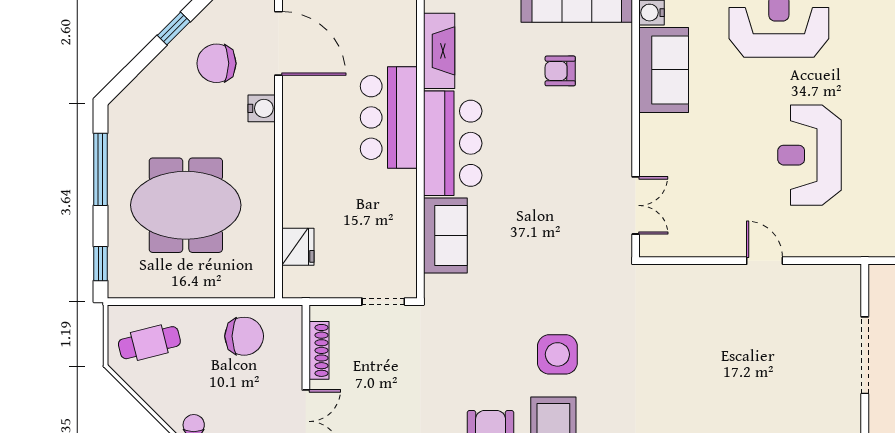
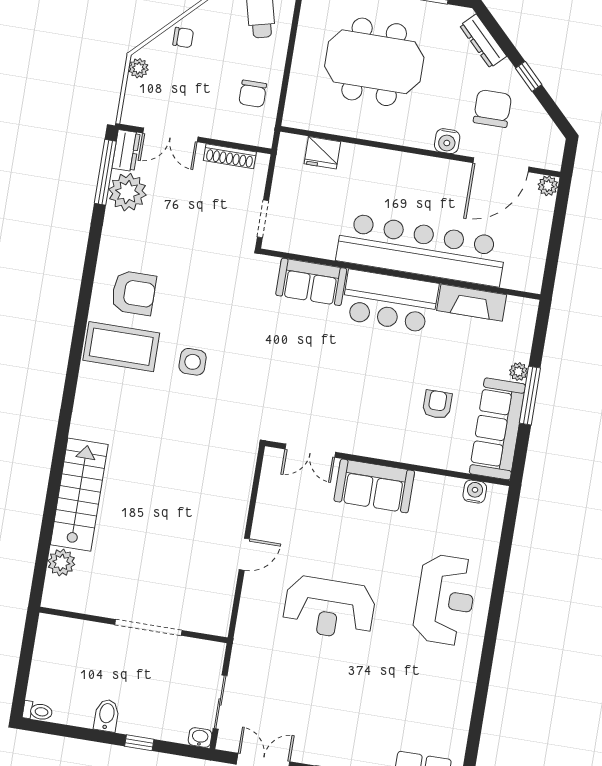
sofa: (664, 70) -> (374, 486), moved
dresser: (142, 86) -> (483, 41), added
bar counter: (389, 117) -> (421, 250), width x1.86
reception desk: (809, 155) -> (329, 608), turned 180
meeting table: (186, 205) -> (374, 62), turned 90
chair: (244, 336) -> (253, 94), width x0.73, depth x0.73
side table: (557, 354) -> (193, 362), width x0.73, depth x0.73

